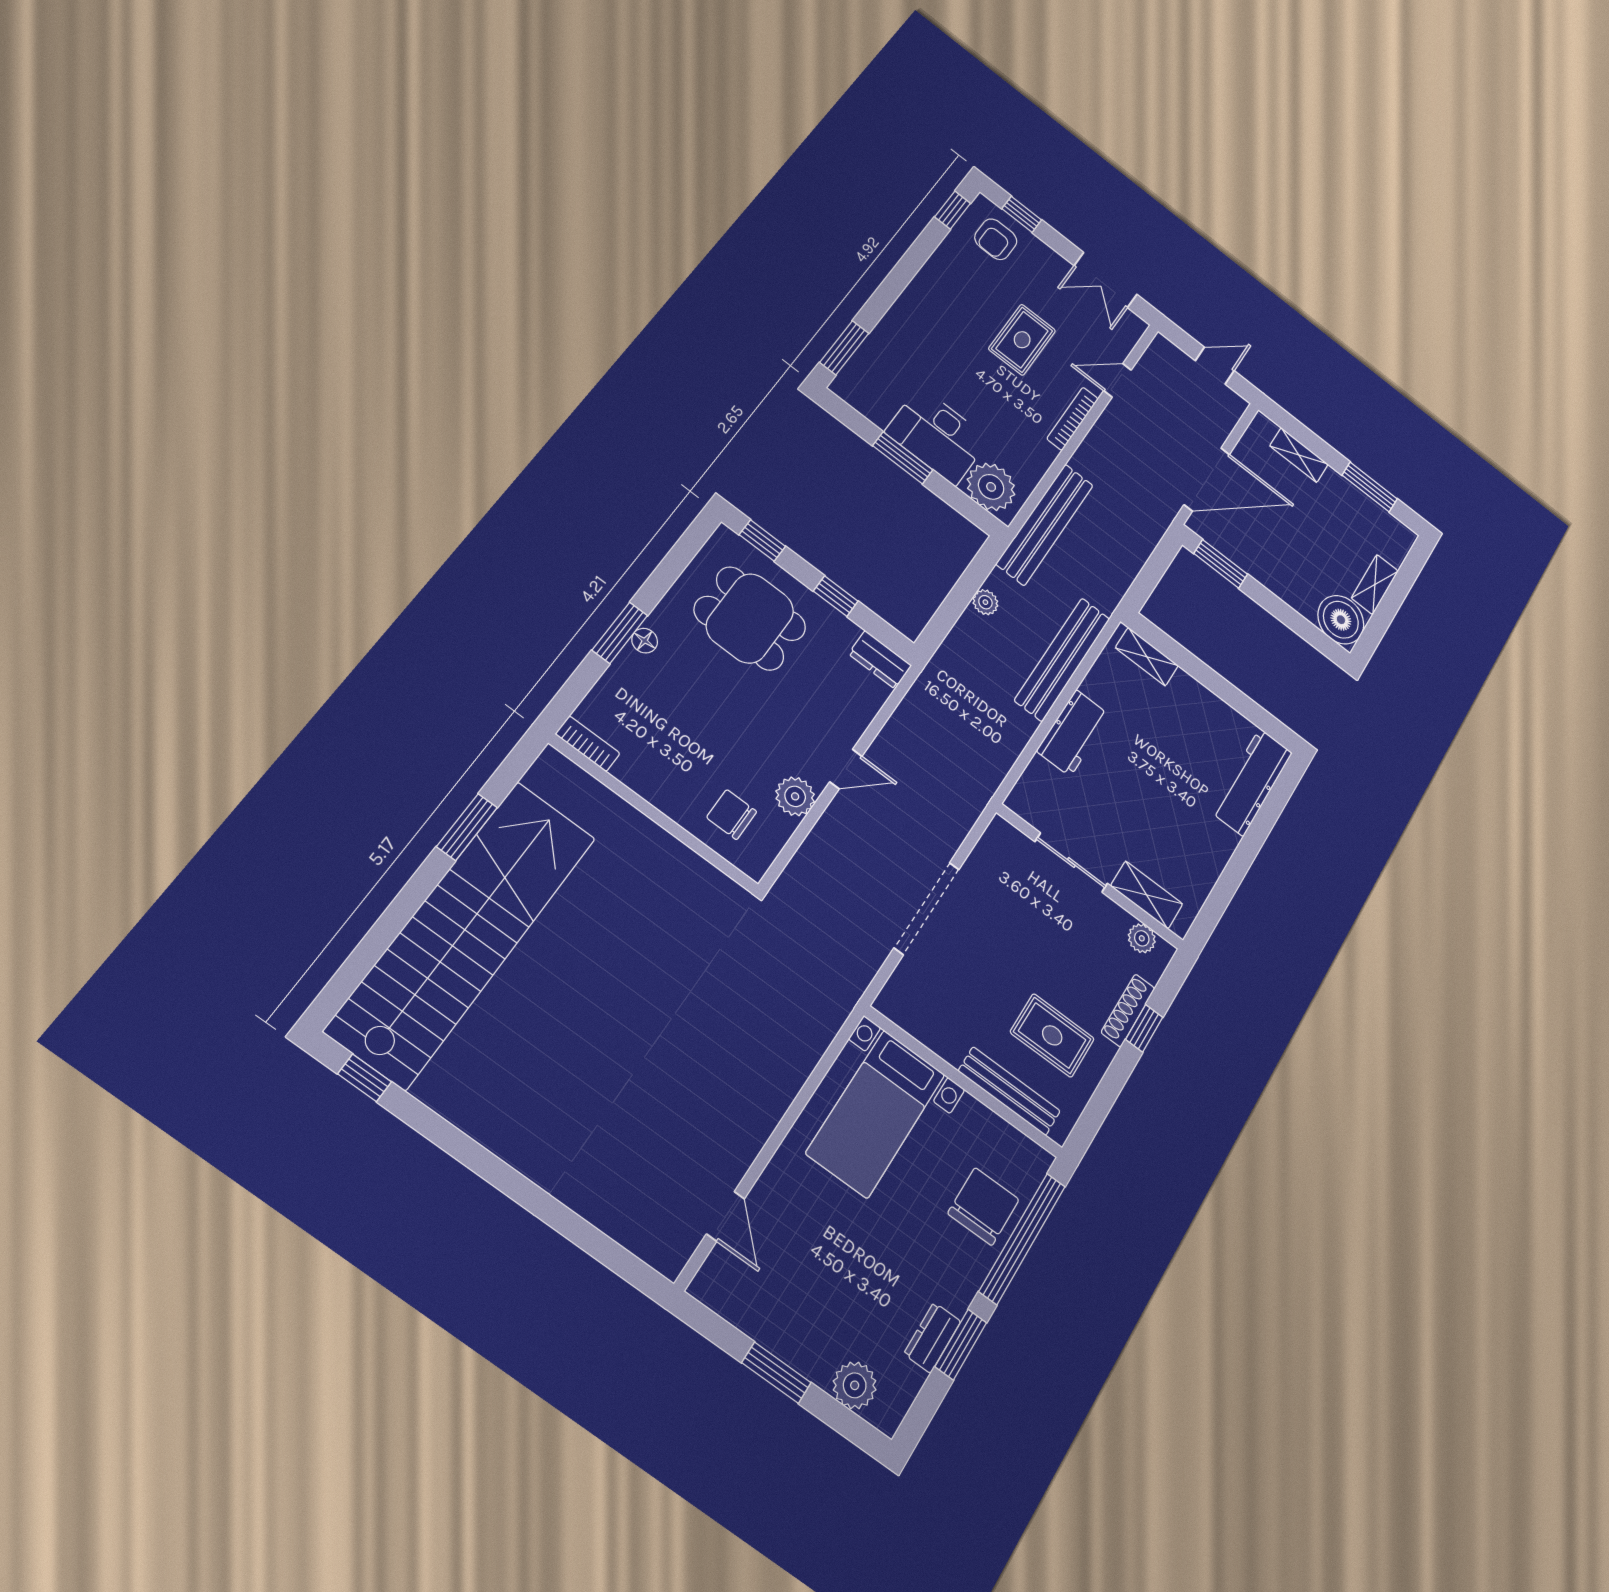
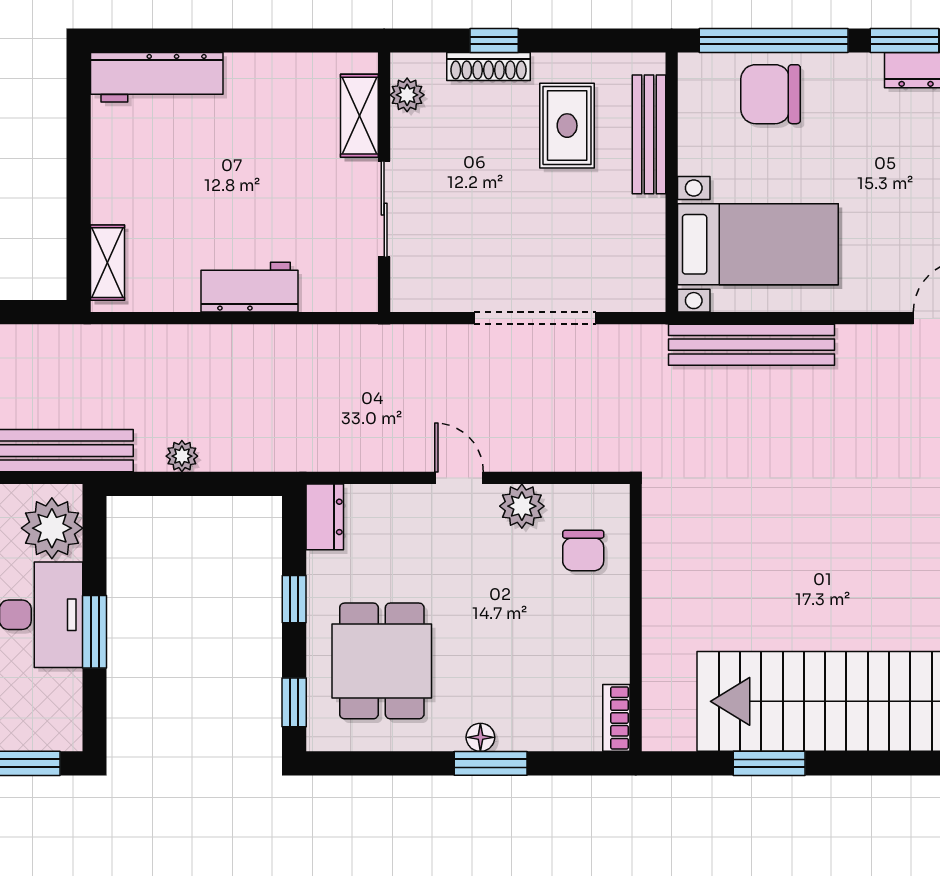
bench: (1062, 659) -> (751, 345), moved

